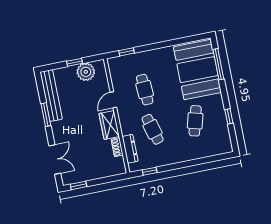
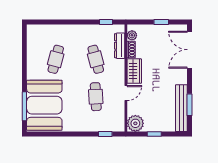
plant: (86, 72) -> (135, 123), moved
window: (46, 115) -> (190, 105), moved
window: (229, 116) -> (24, 57), removed
double door: (55, 159) -> (190, 50), width x1.37
plant: (119, 162) -> (132, 35), added
window: (78, 185) -> (161, 22), moved

